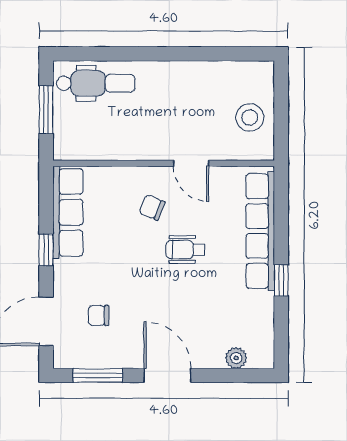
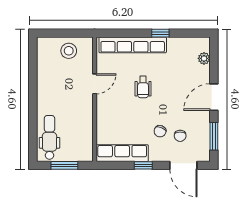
chair: (152, 207) -> (160, 131), moved

